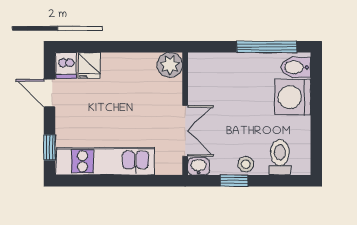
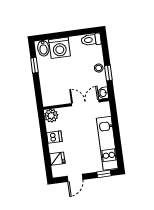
window: (267, 47) -> (34, 65), width x0.46
dishwasher: (66, 65) -> (54, 137), moved
toilet: (280, 157) -> (91, 40), moved

